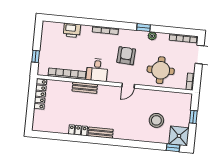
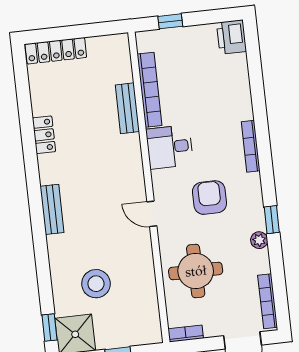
printer: (72, 30) -> (232, 37), moved
armchair: (126, 56) -> (209, 198), turned -93
bench: (85, 88) -> (127, 108), moved
locker: (40, 94) -> (56, 51), moved
bench: (101, 133) -> (52, 209), moved

